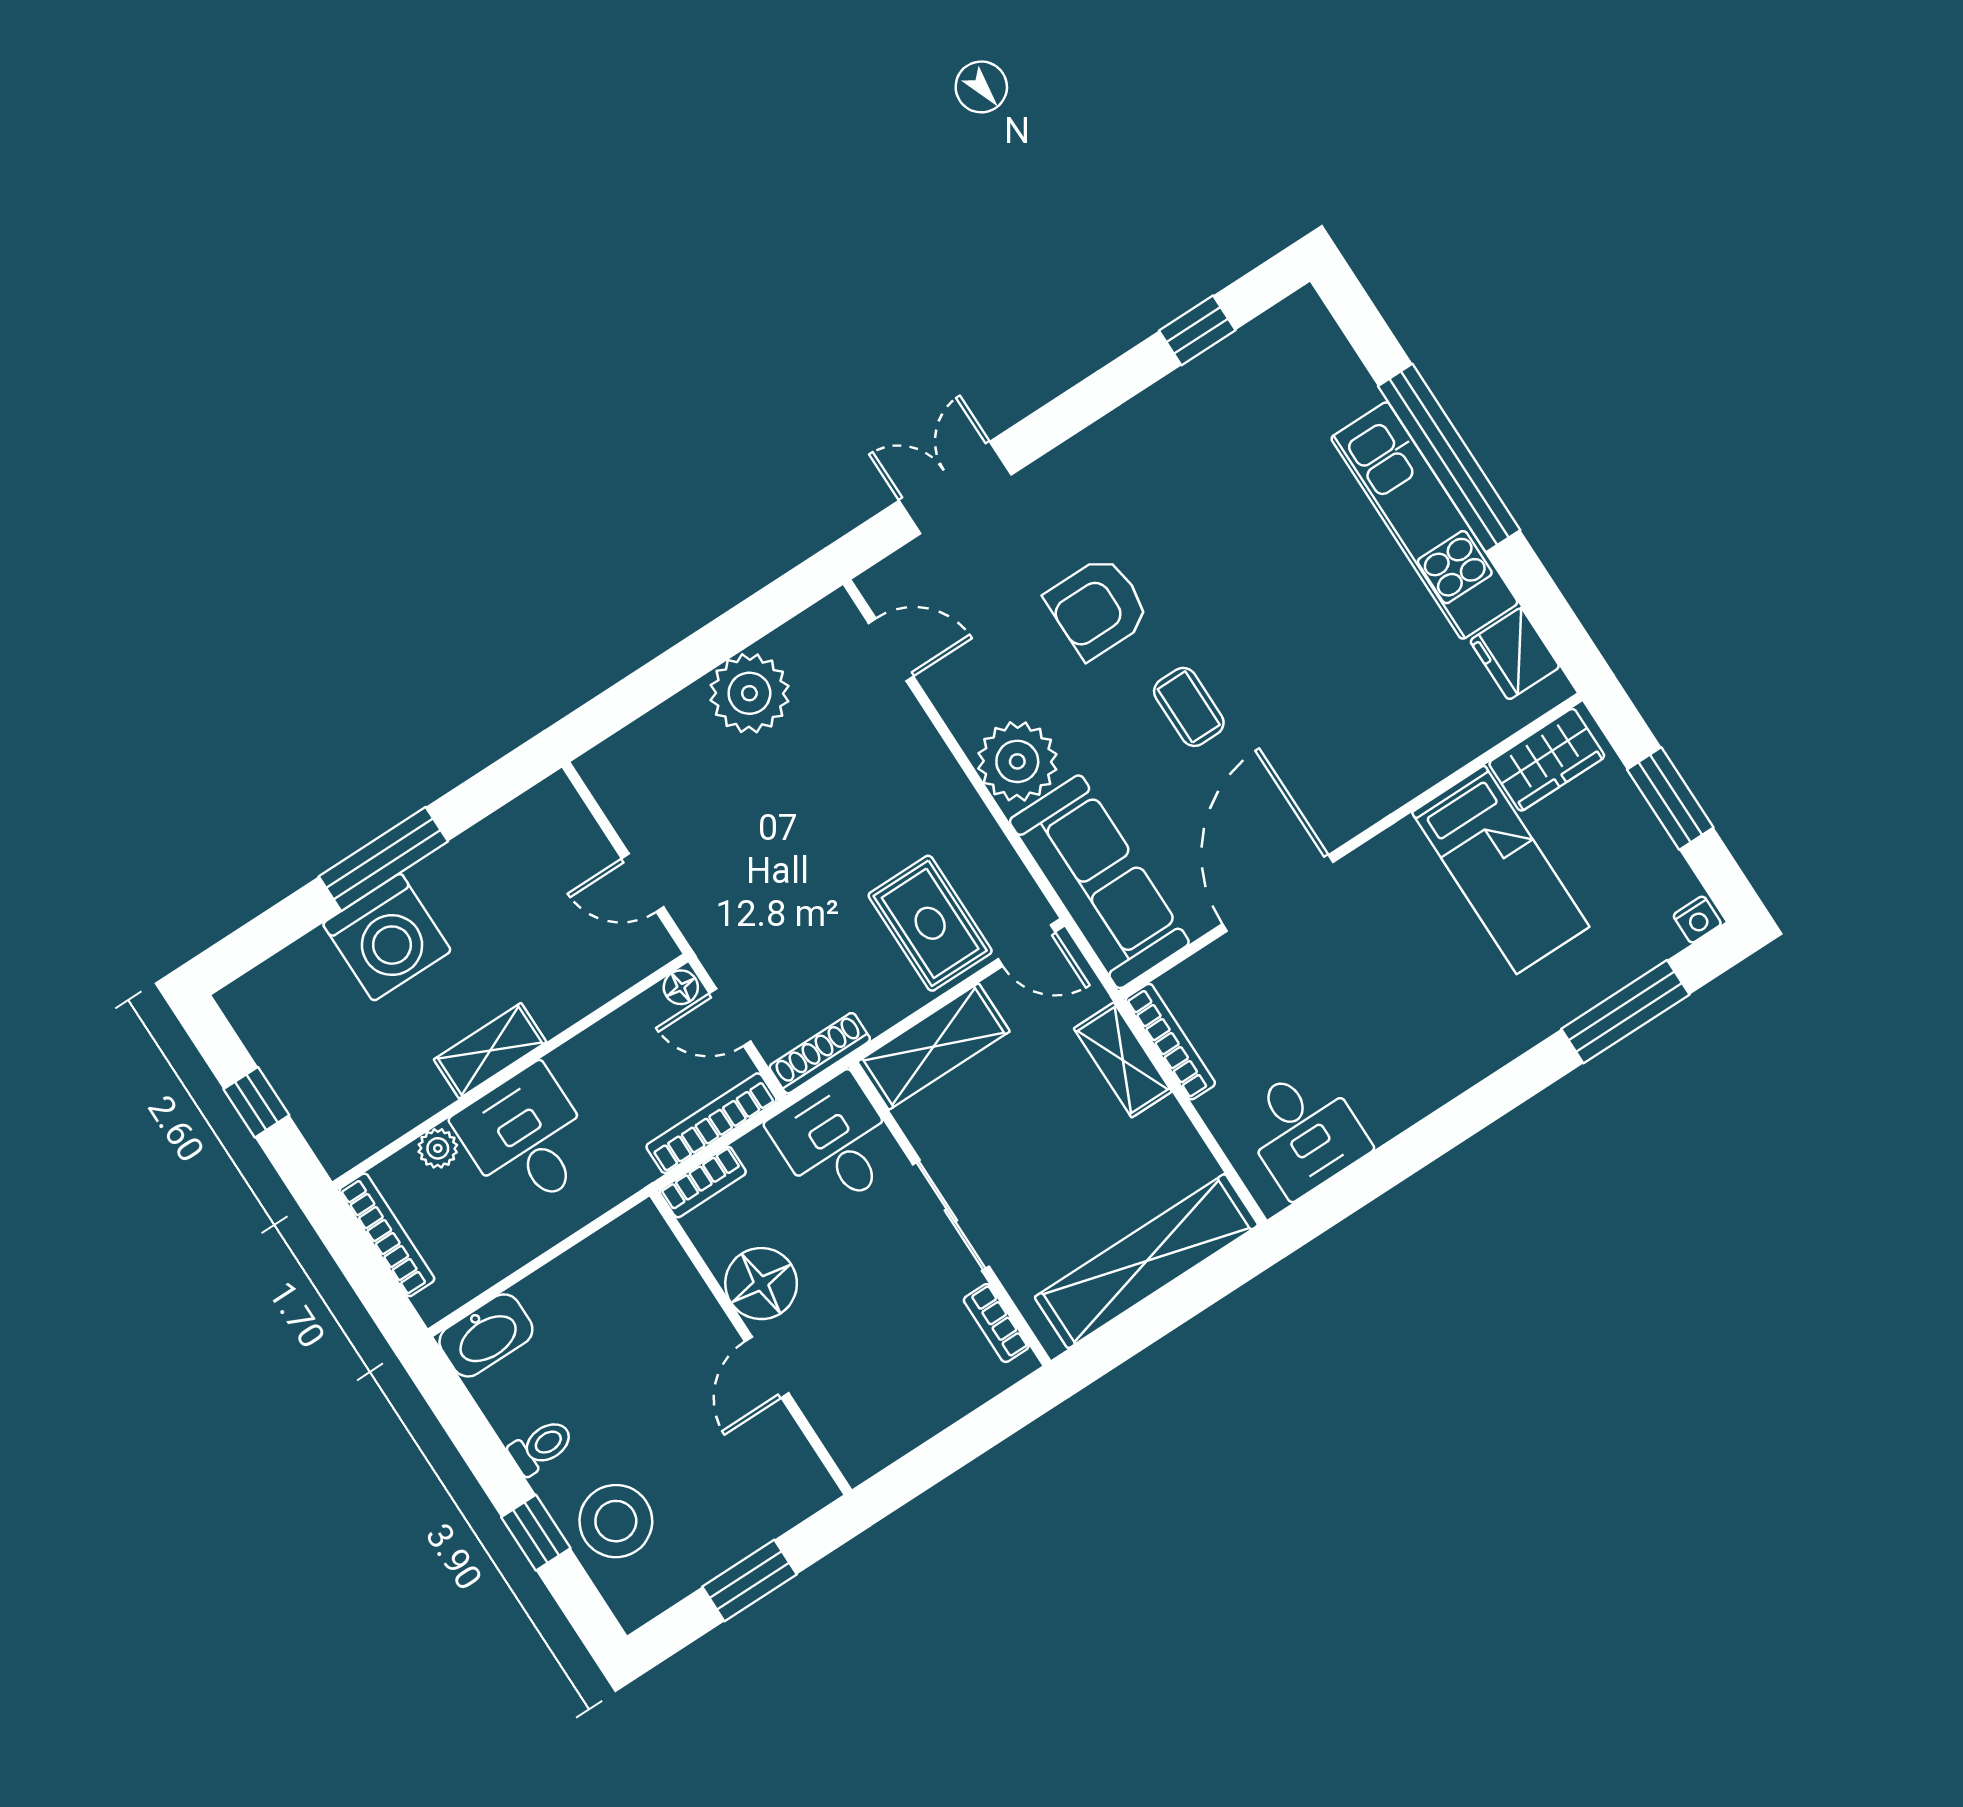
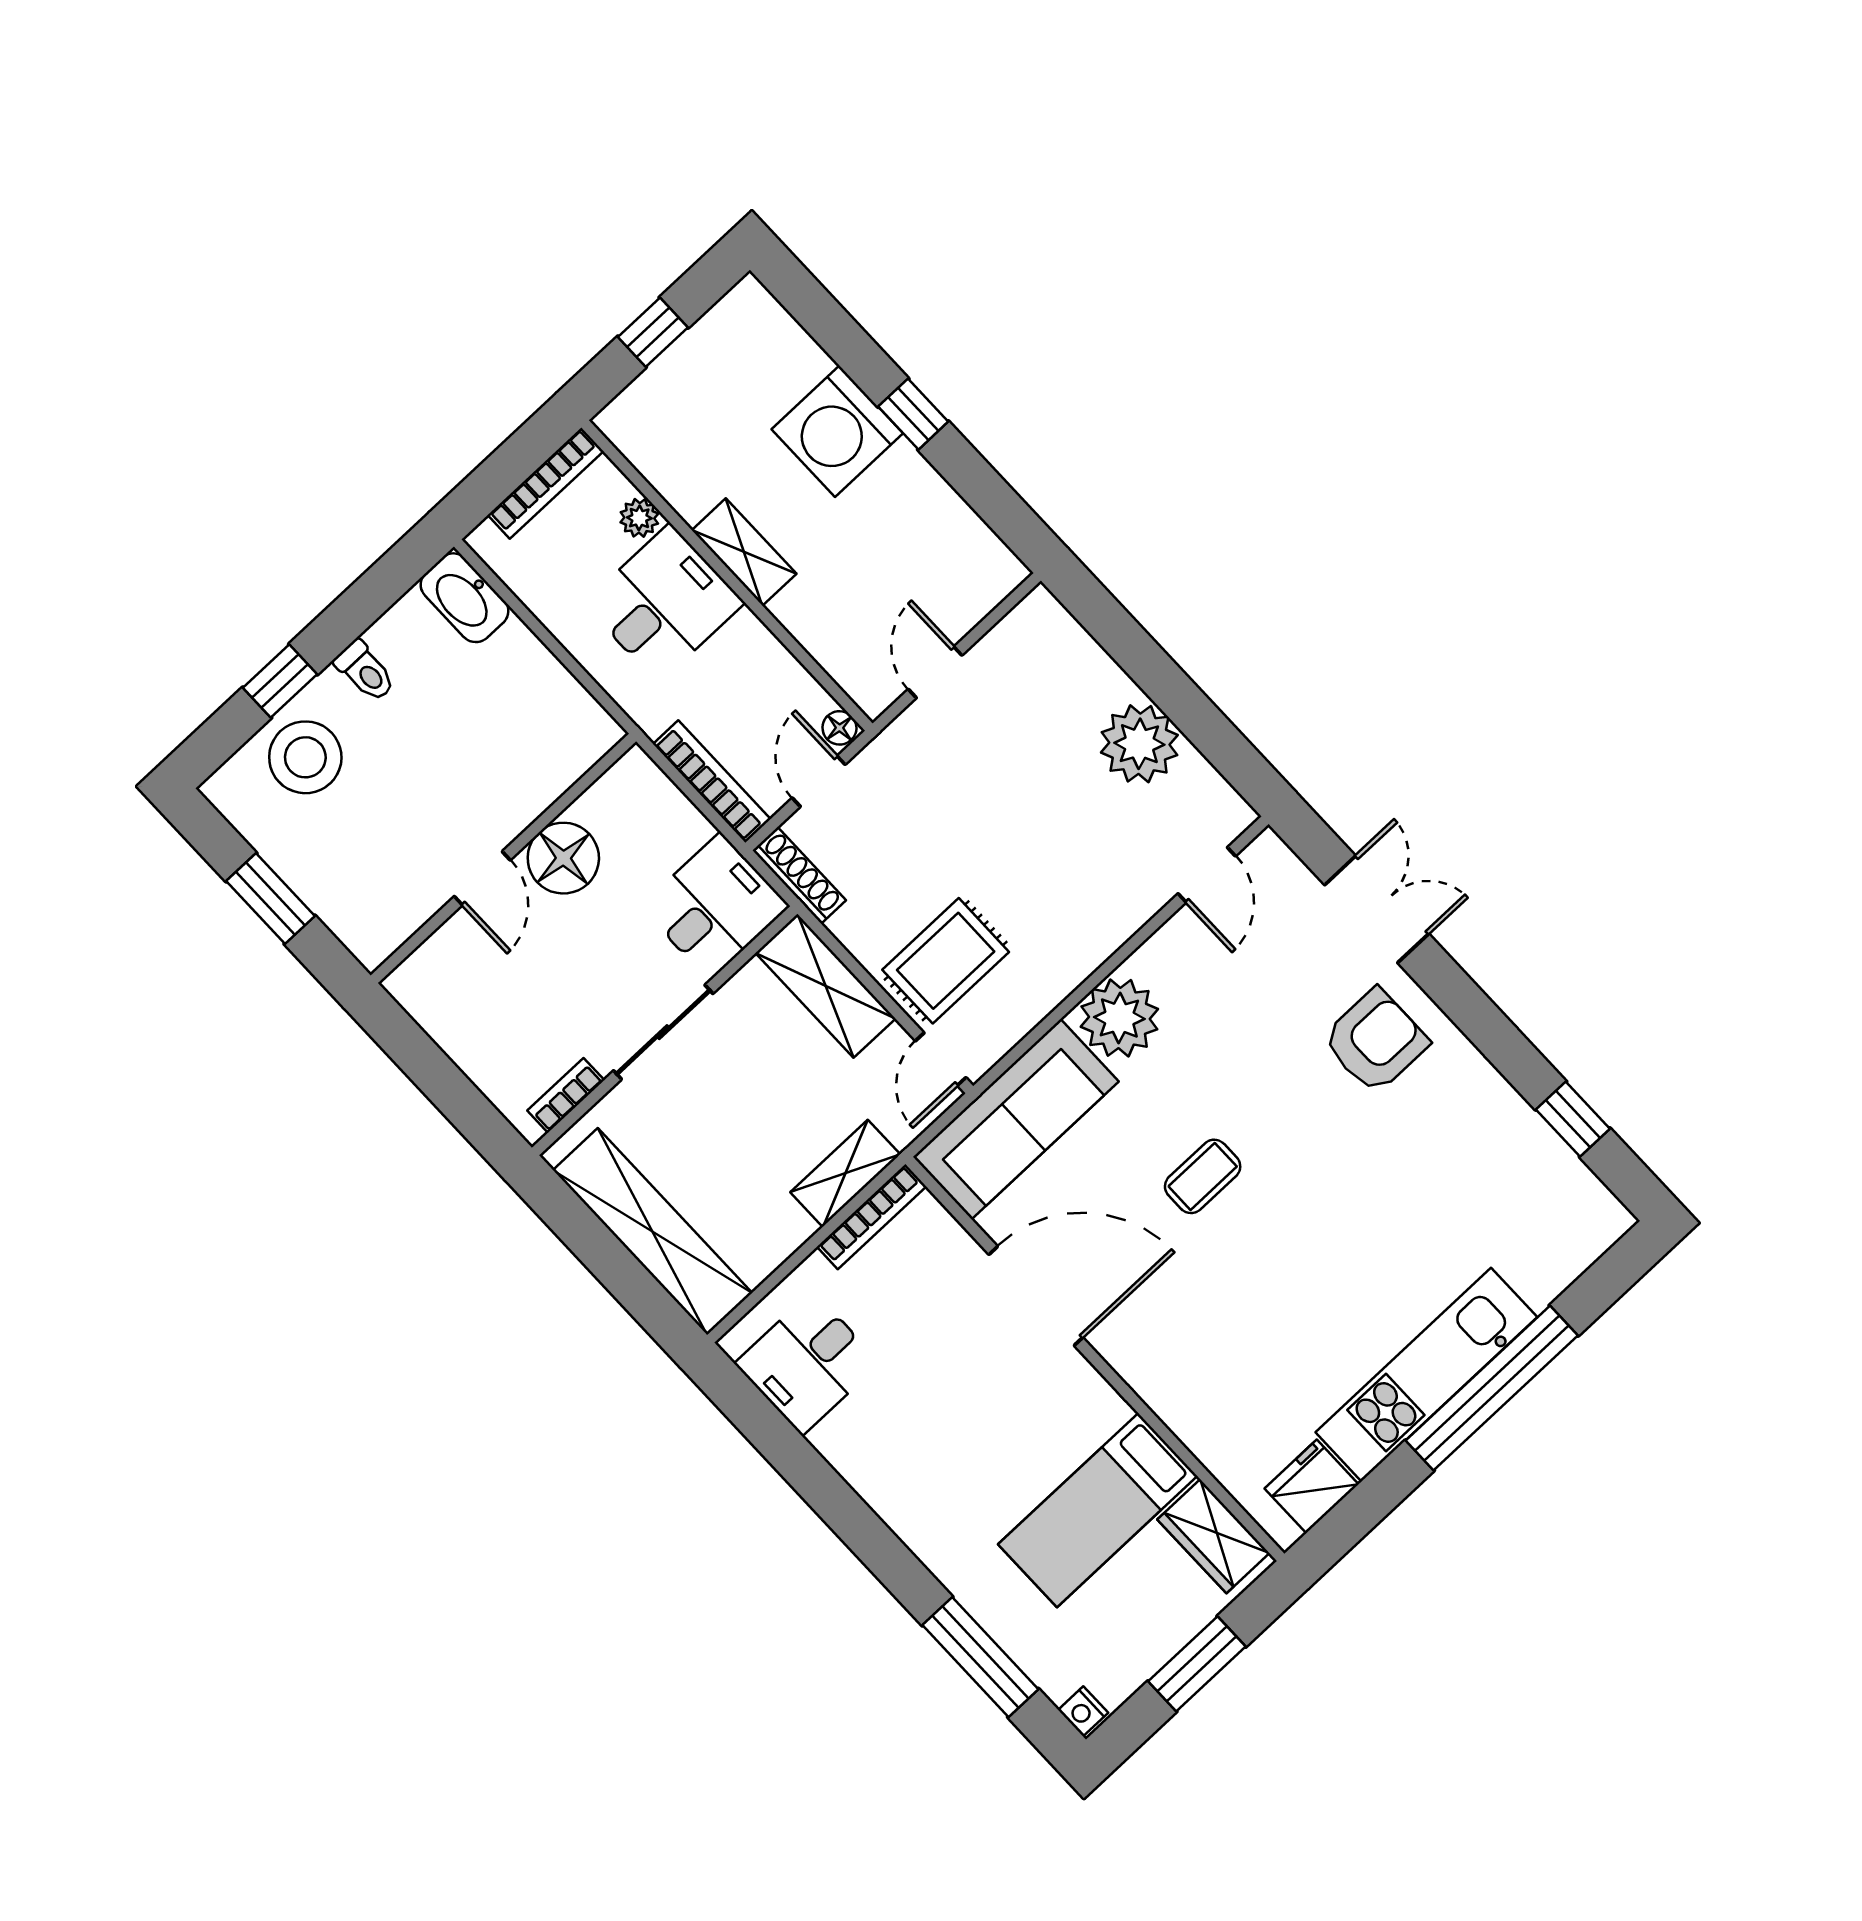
armchair: (1098, 607) -> (1375, 1041), moved, turned 90
window: (383, 859) -> (913, 414), width x0.46
bookcase: (703, 1182) -> (653, 783), removed
door: (767, 1367) -> (482, 878), swing flipped

